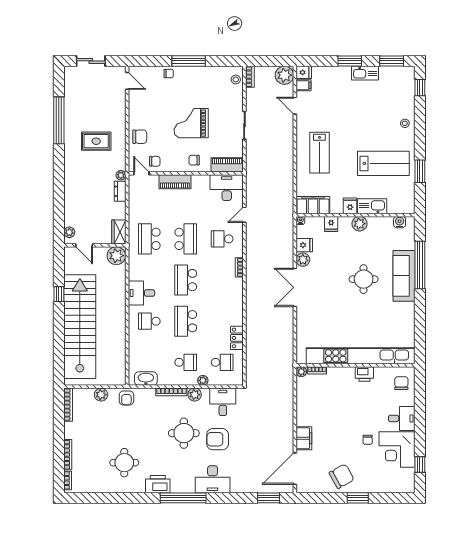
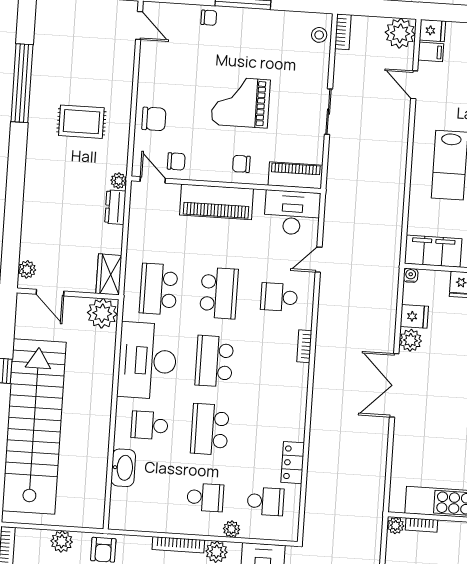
piano: (175, 182) -> (217, 202), width x1.37, depth x1.33
desk: (141, 293) -> (147, 361), width x1.87, depth x1.30
washbasin: (146, 379) -> (123, 468), moved, turned 90

